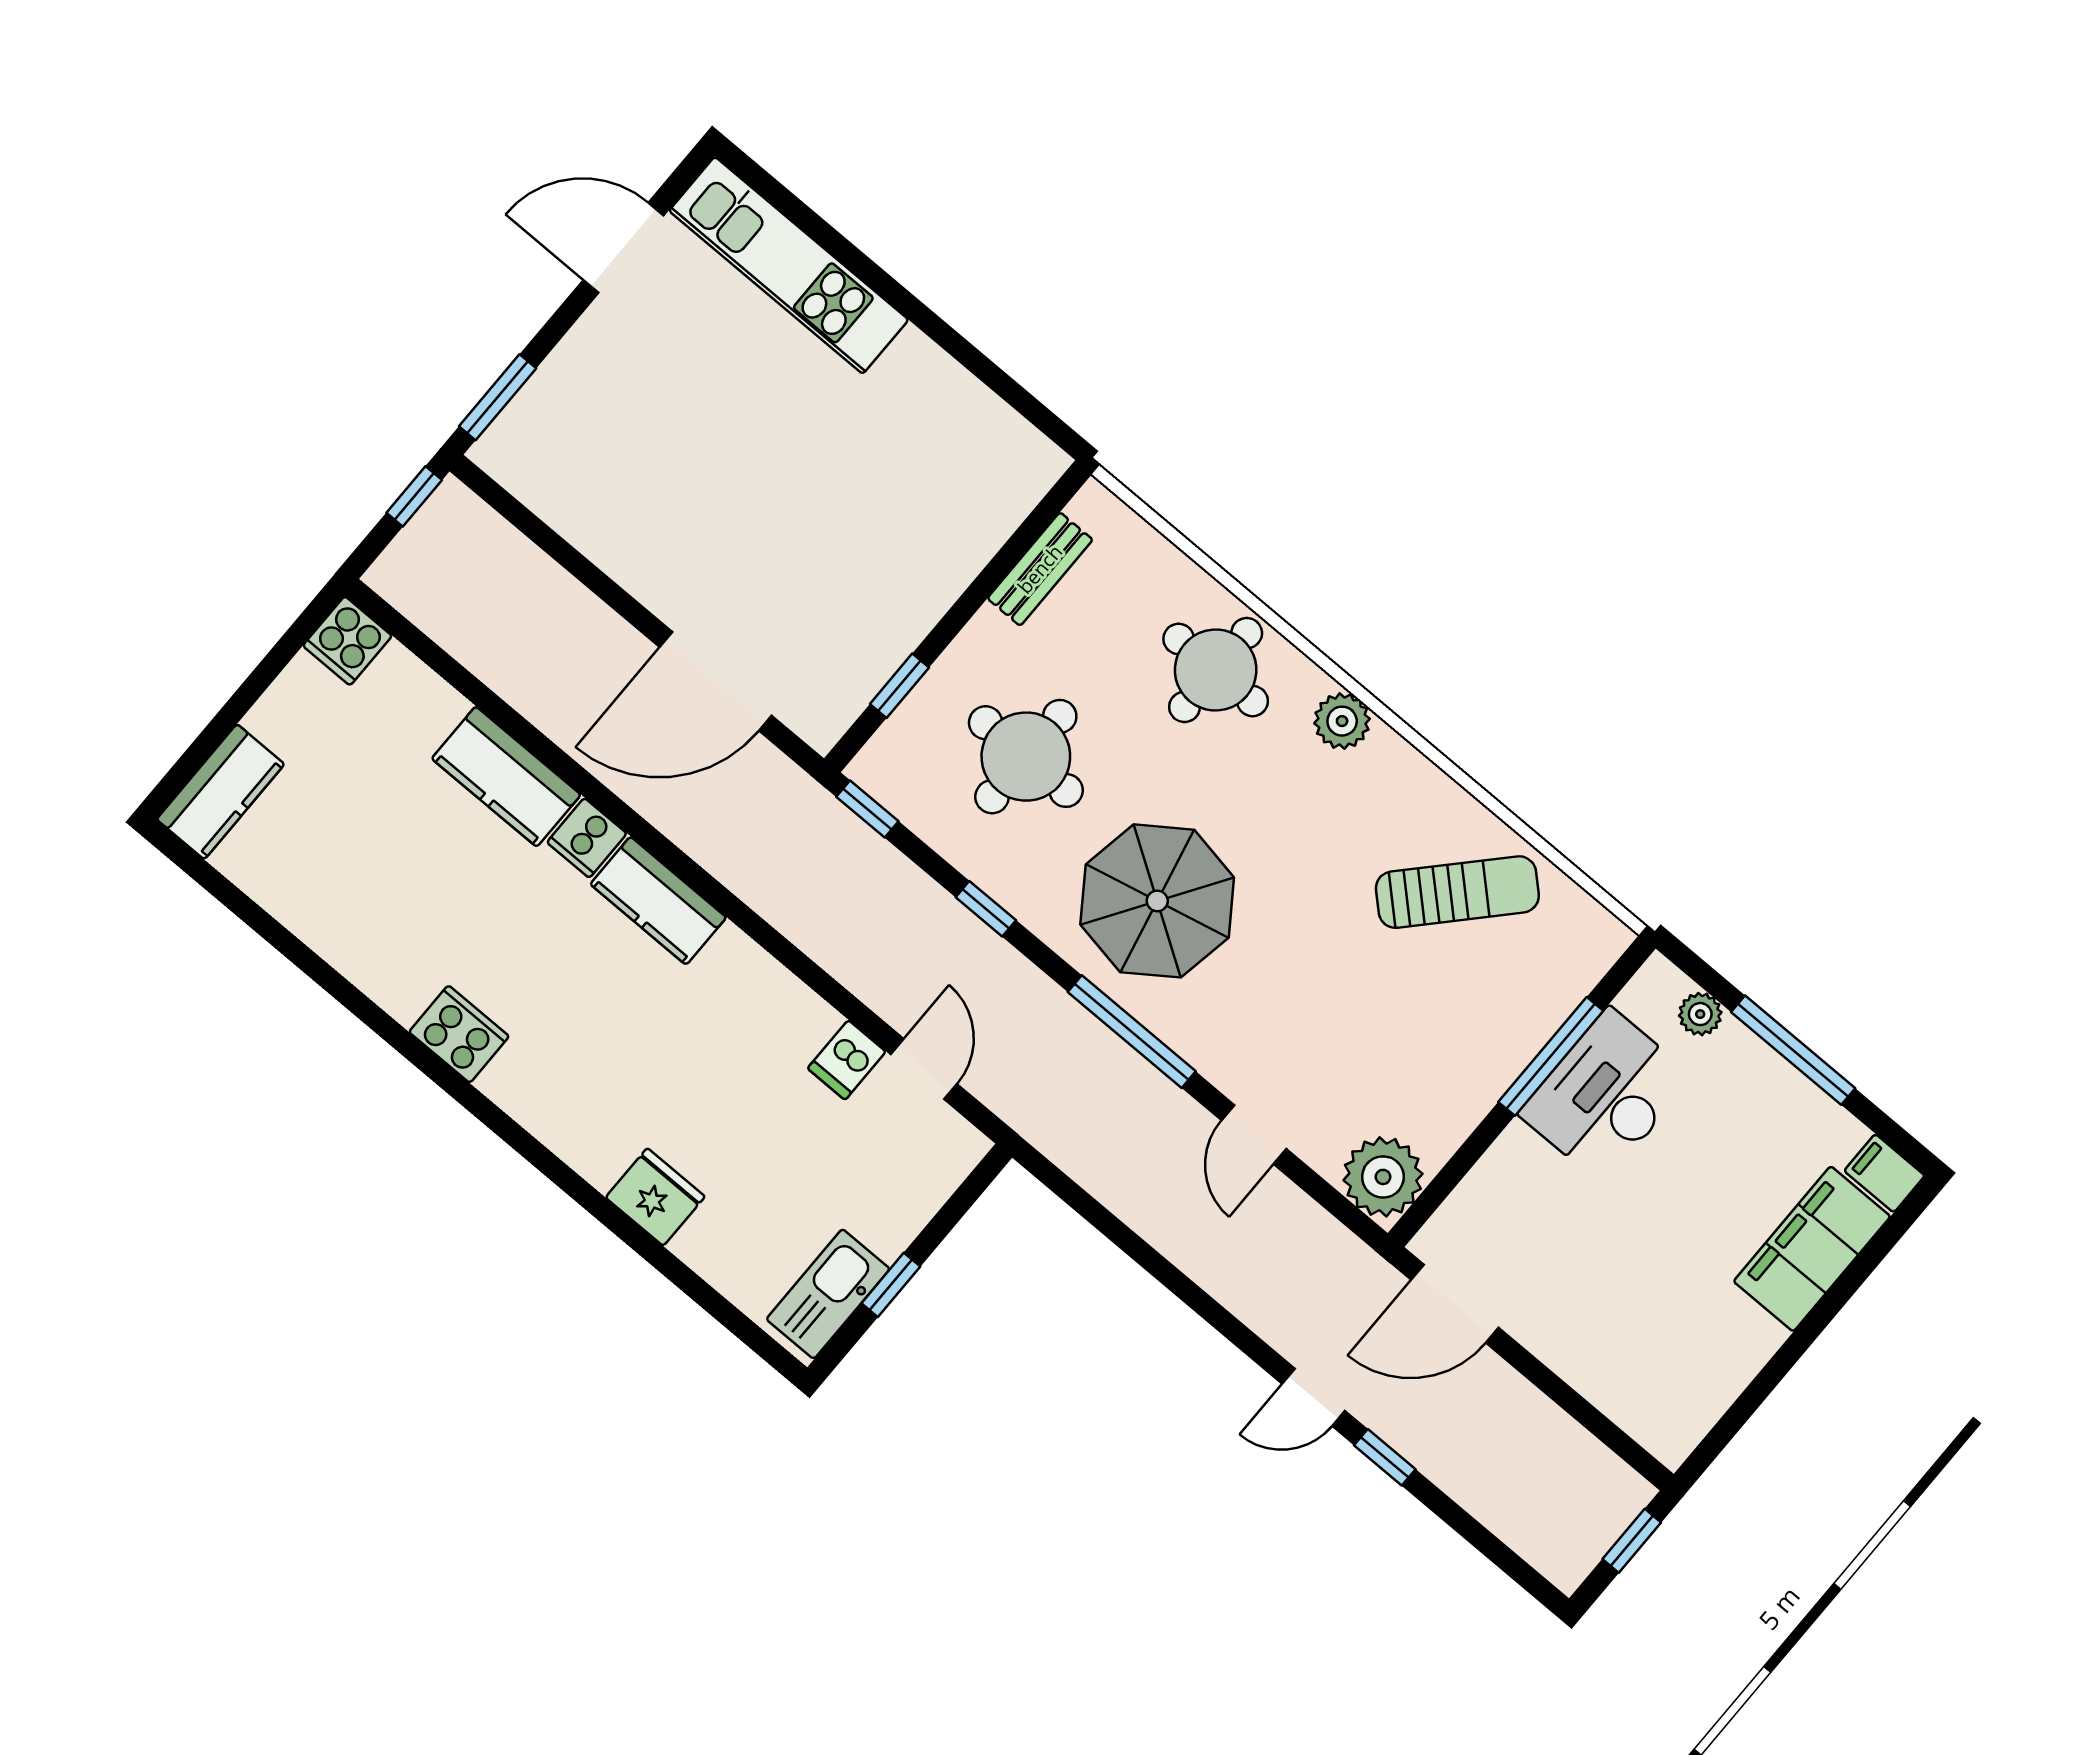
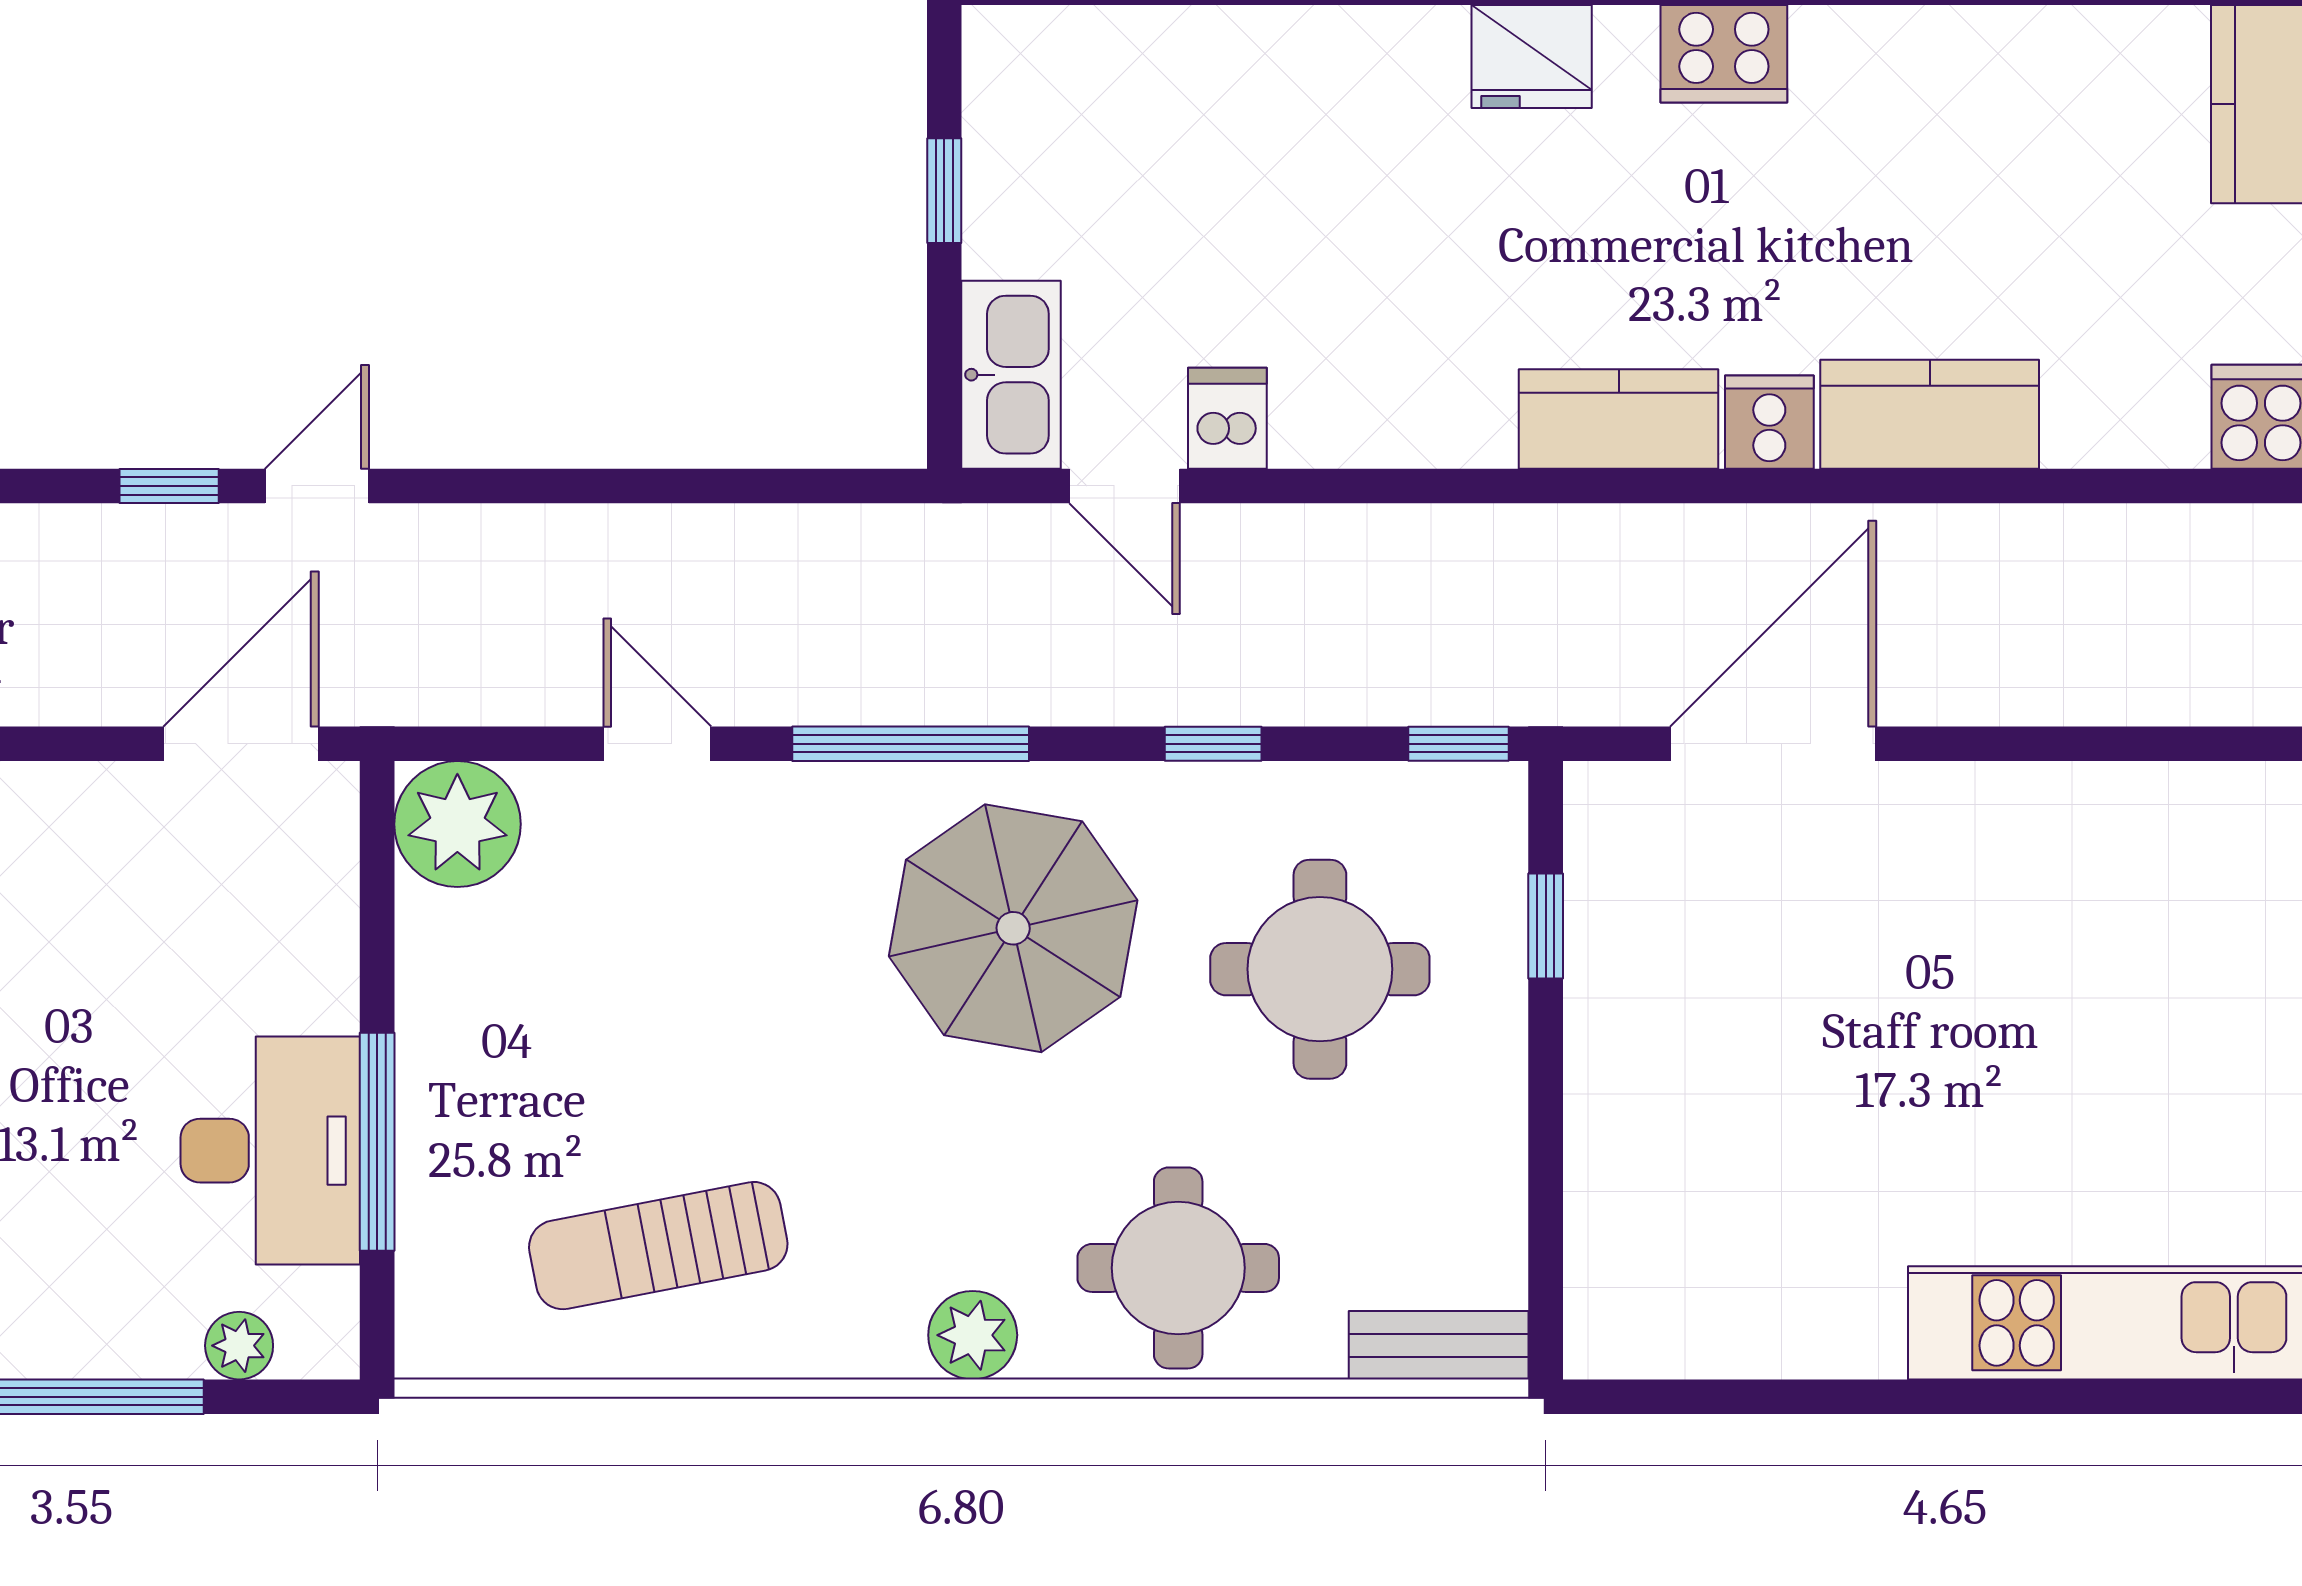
bench: (1040, 569) -> (1439, 1345), moved, turned 90
sun lounger: (1457, 892) -> (658, 1246), turned 36
fridge: (655, 1197) -> (1532, 56), moved
kitchen sink: (828, 1294) -> (1011, 375), moved

